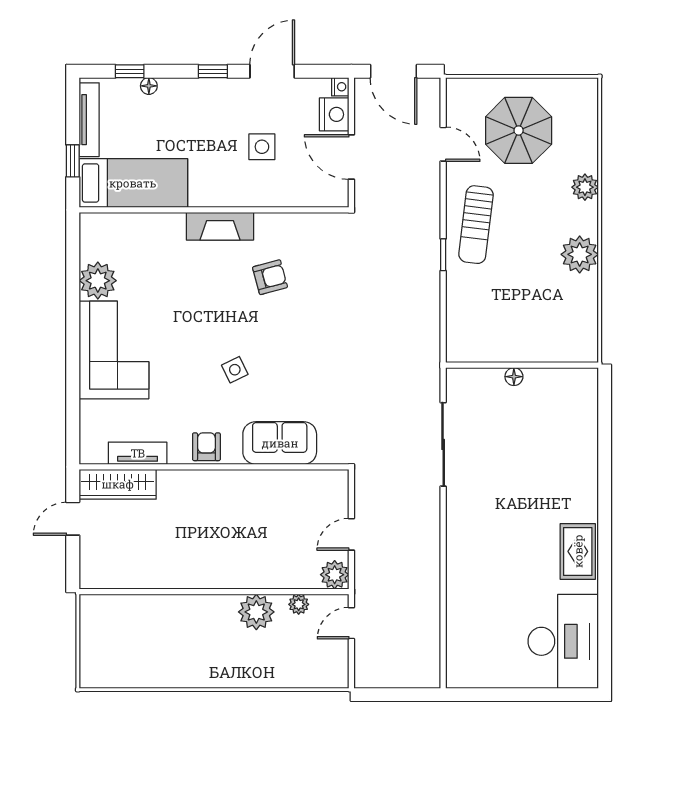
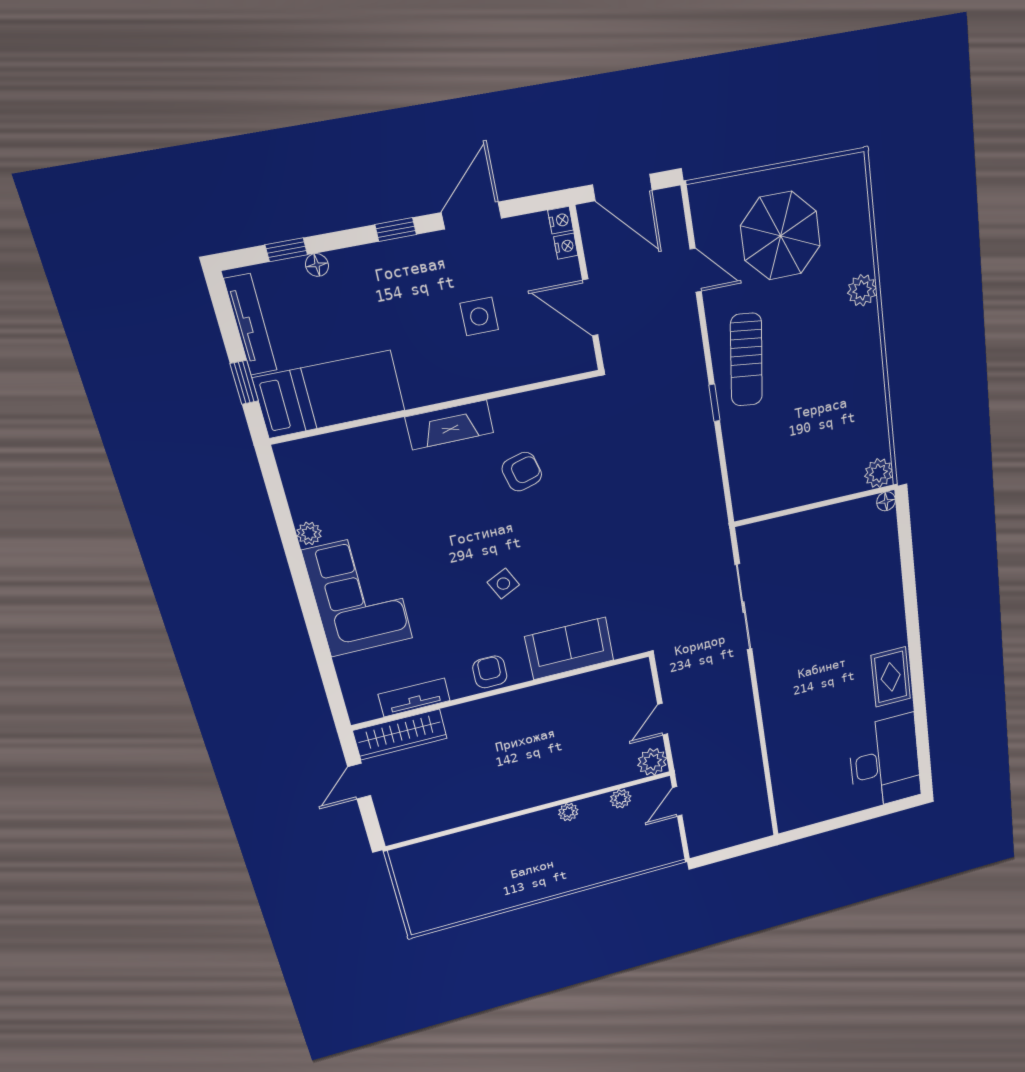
nightstand: (334, 114) -> (566, 246), width x0.53, depth x0.56
plant: (580, 254) -> (879, 473), moved, width x0.73, depth x0.73
plant: (98, 281) -> (309, 533), width x0.53, depth x0.53
floor lamp: (514, 377) -> (886, 501), moved
plant: (256, 612) -> (568, 812), width x0.53, depth x0.53

